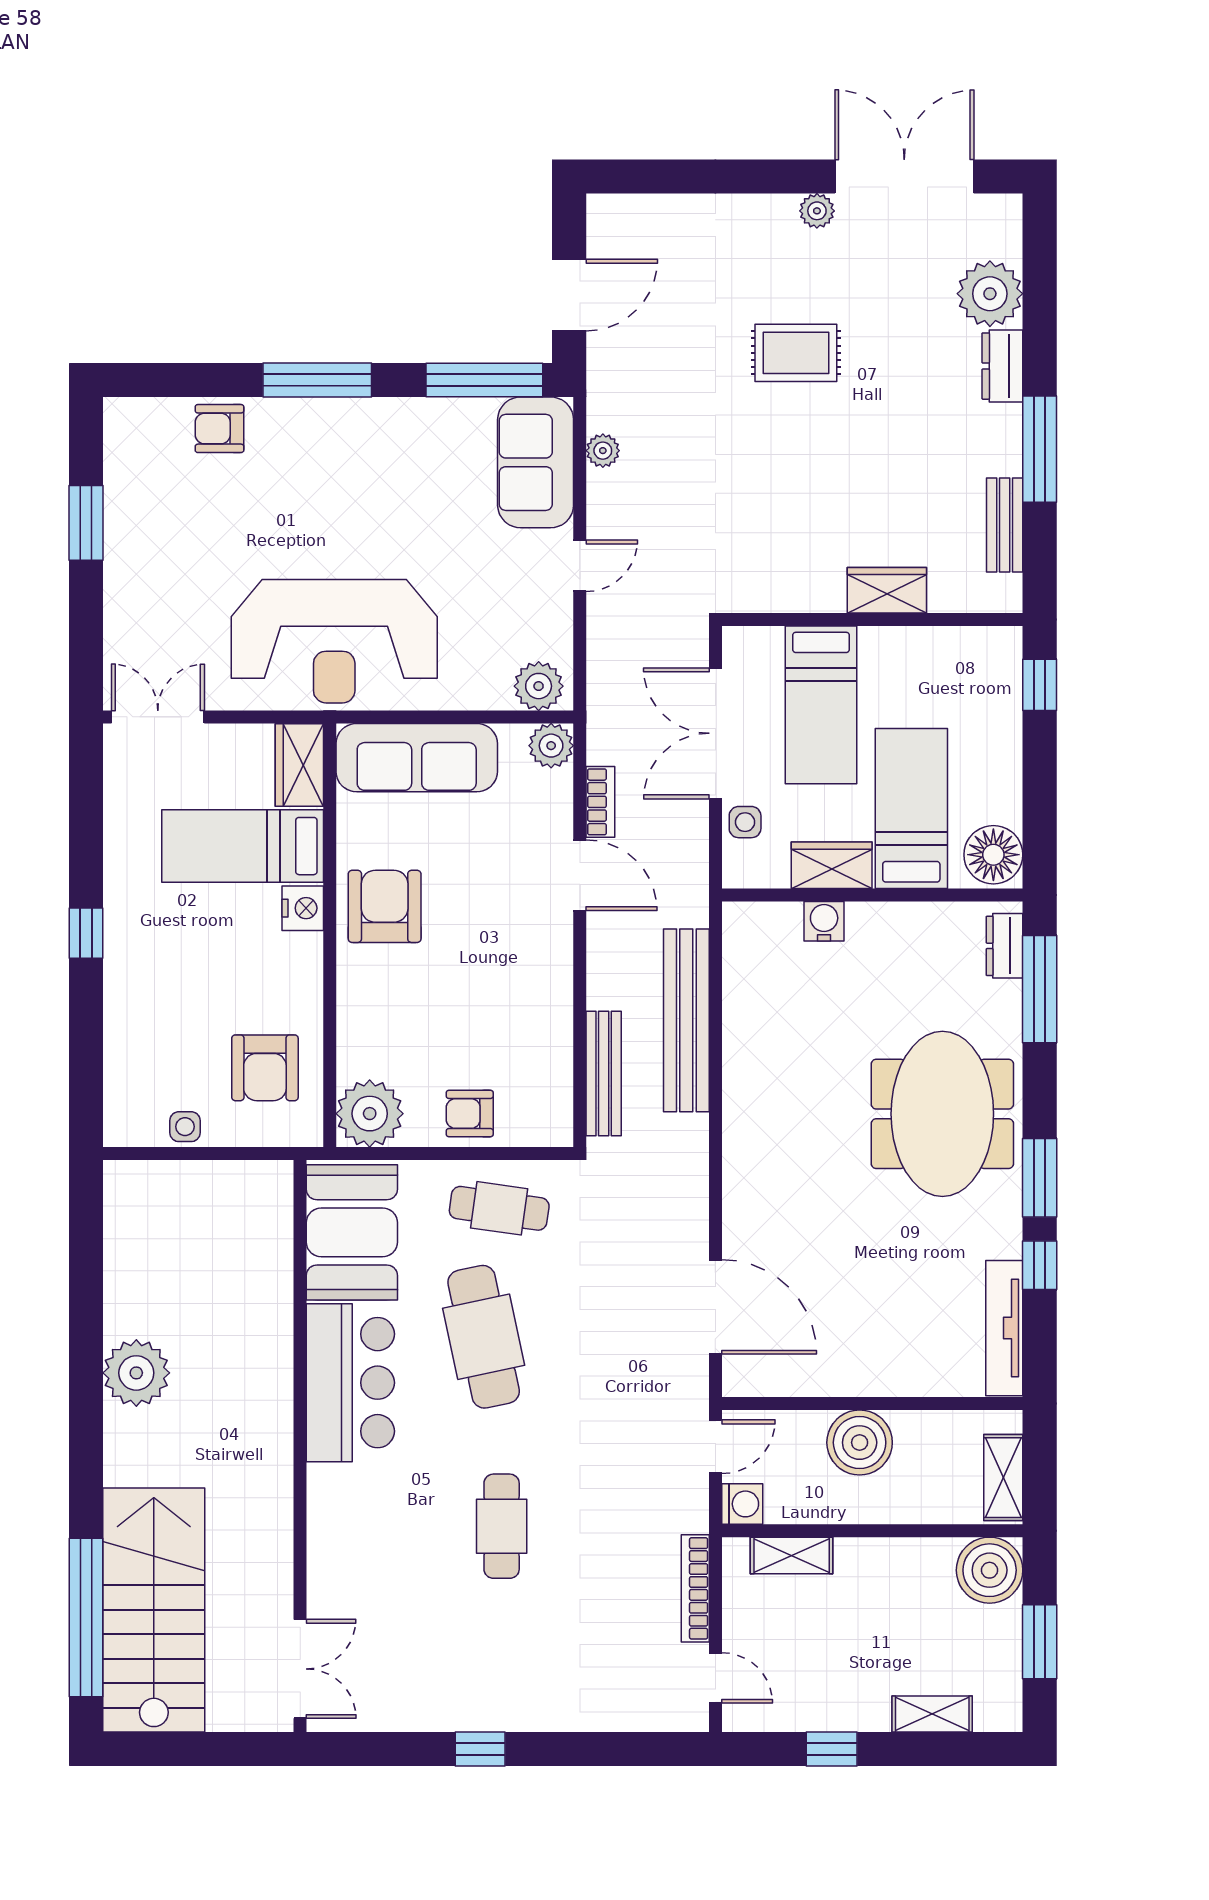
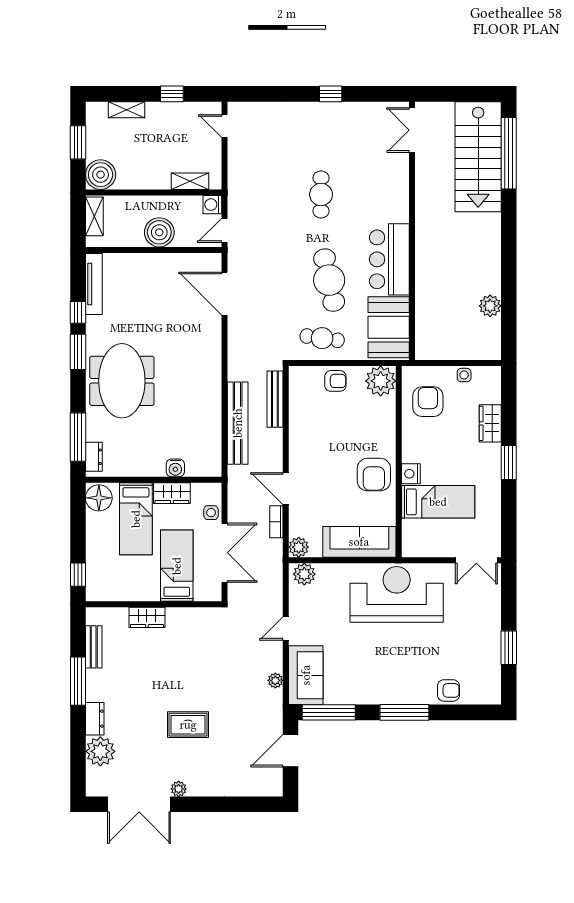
wardrobe: (299, 765) -> (490, 423), moved, turned 180
window: (86, 933) -> (509, 462), width x1.50
plant: (136, 1373) -> (490, 306), moved, width x0.73, depth x0.73
bookcase: (695, 1588) -> (234, 166), removed

